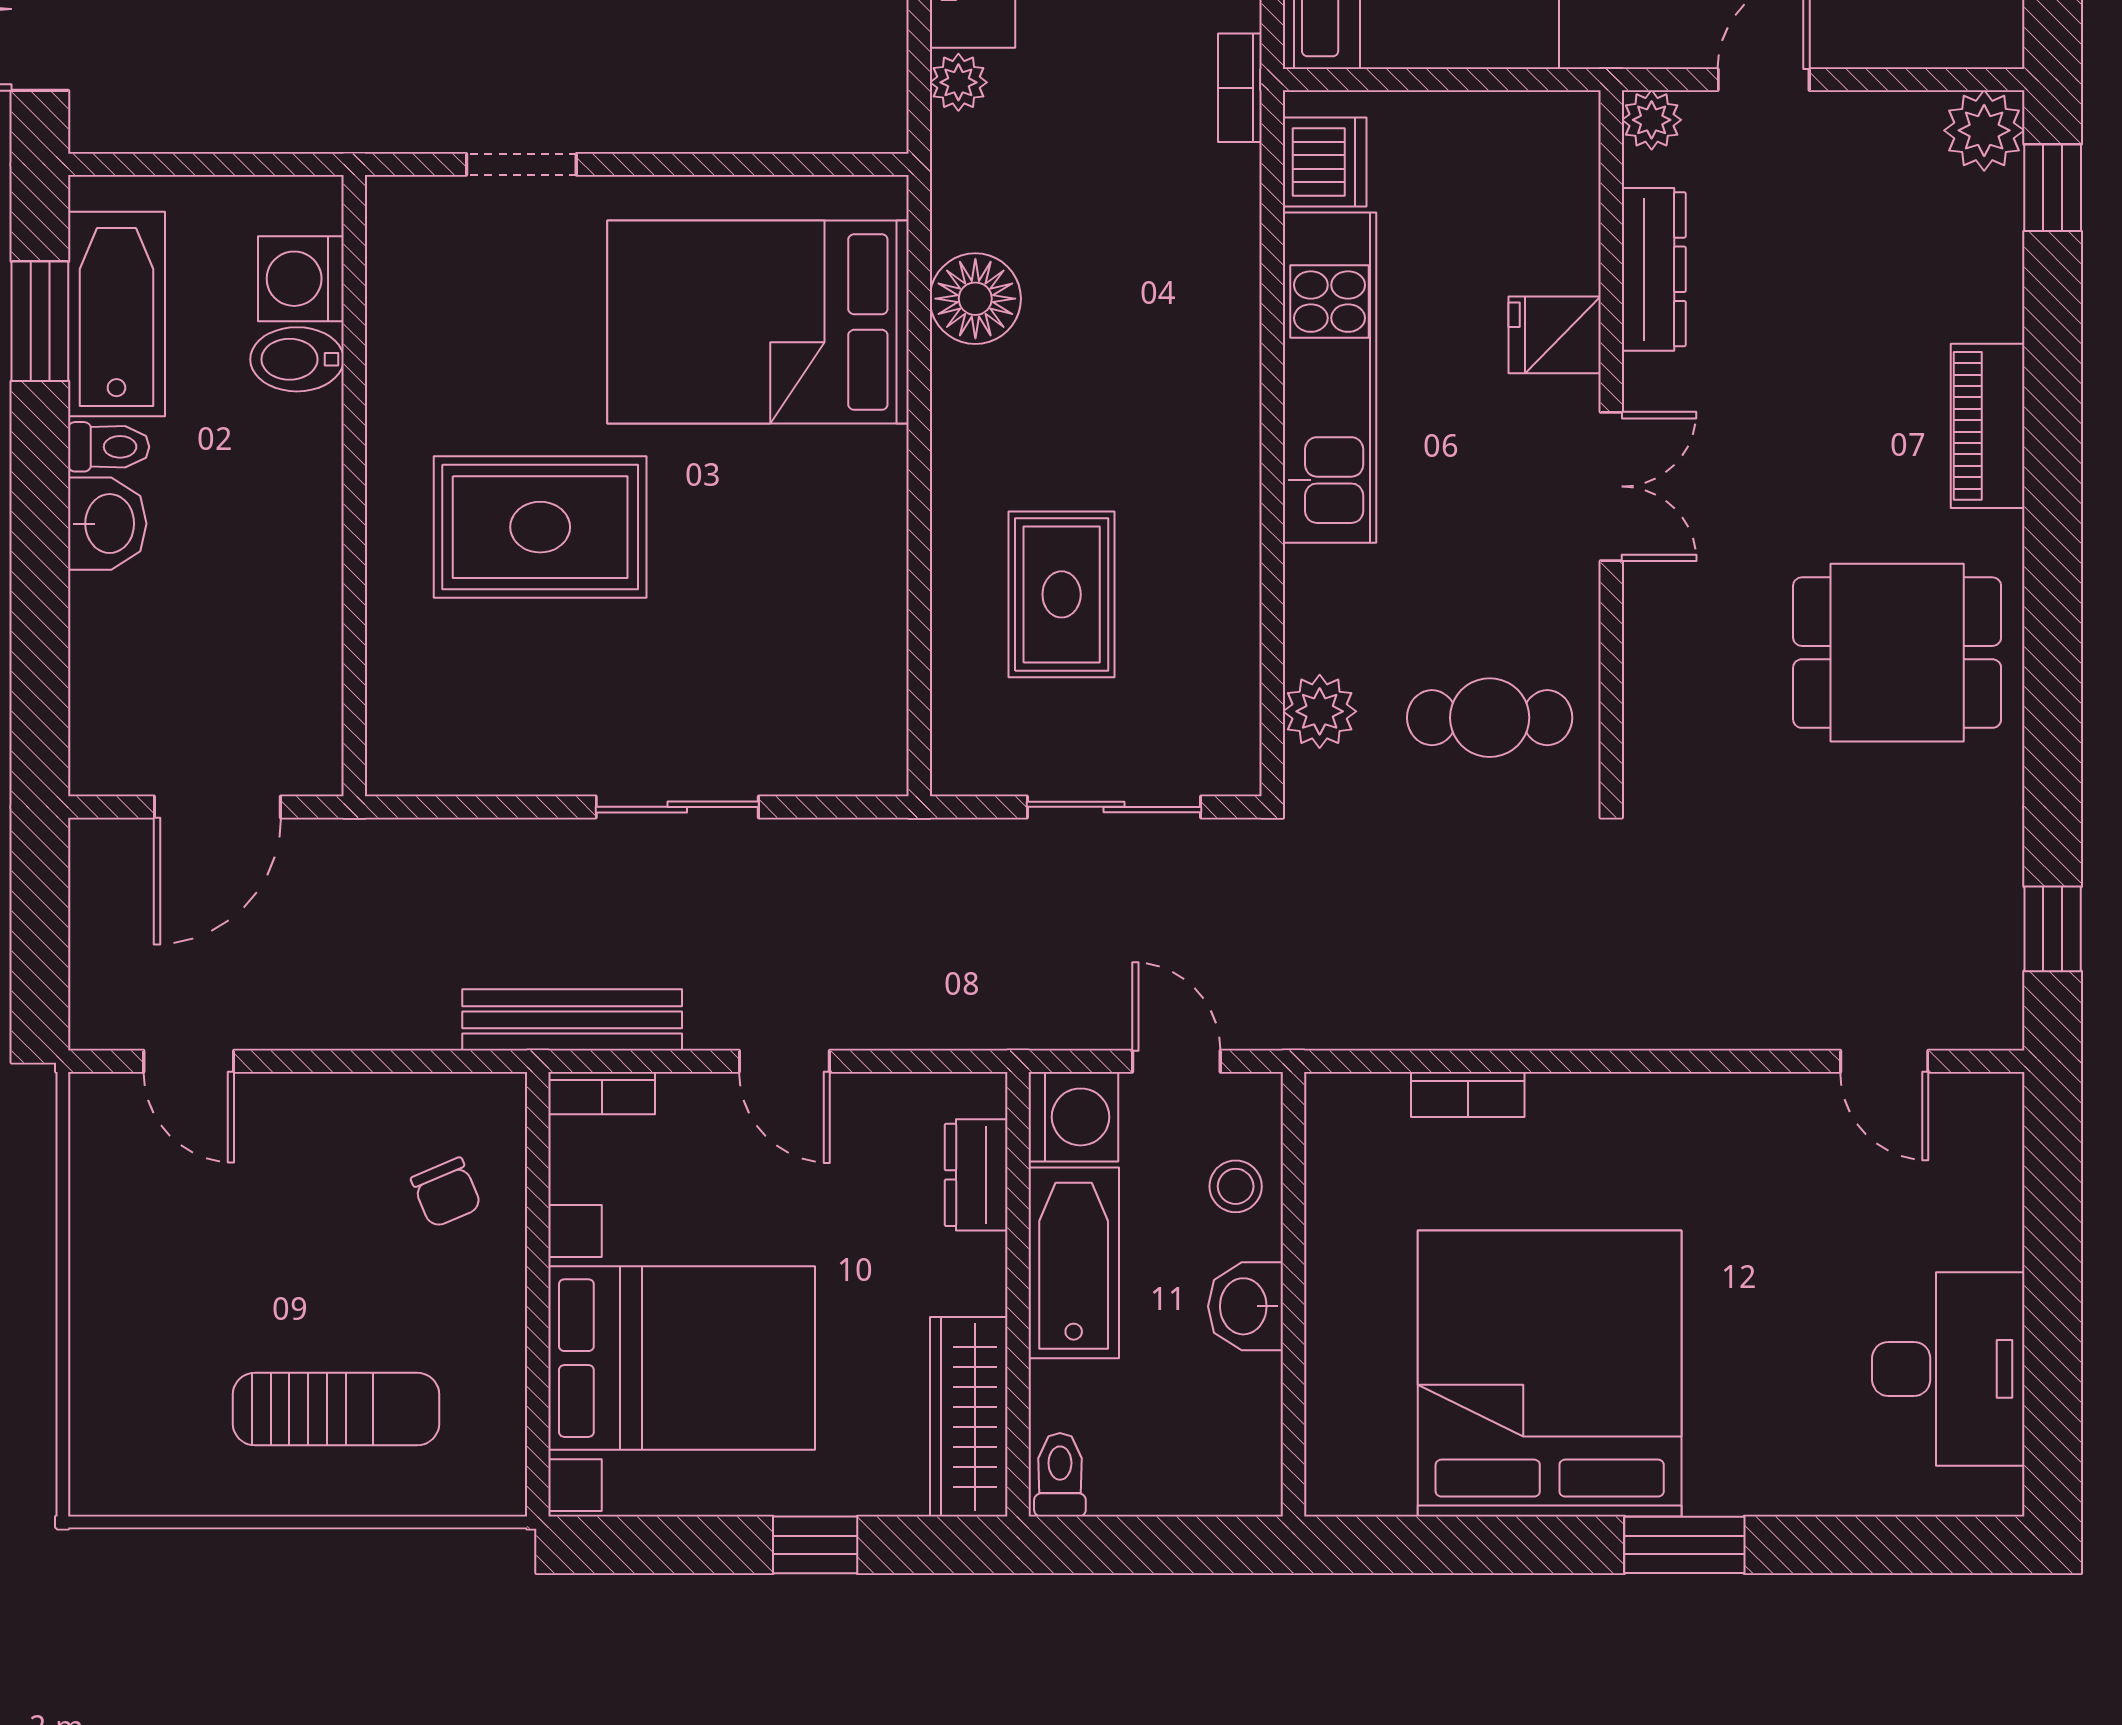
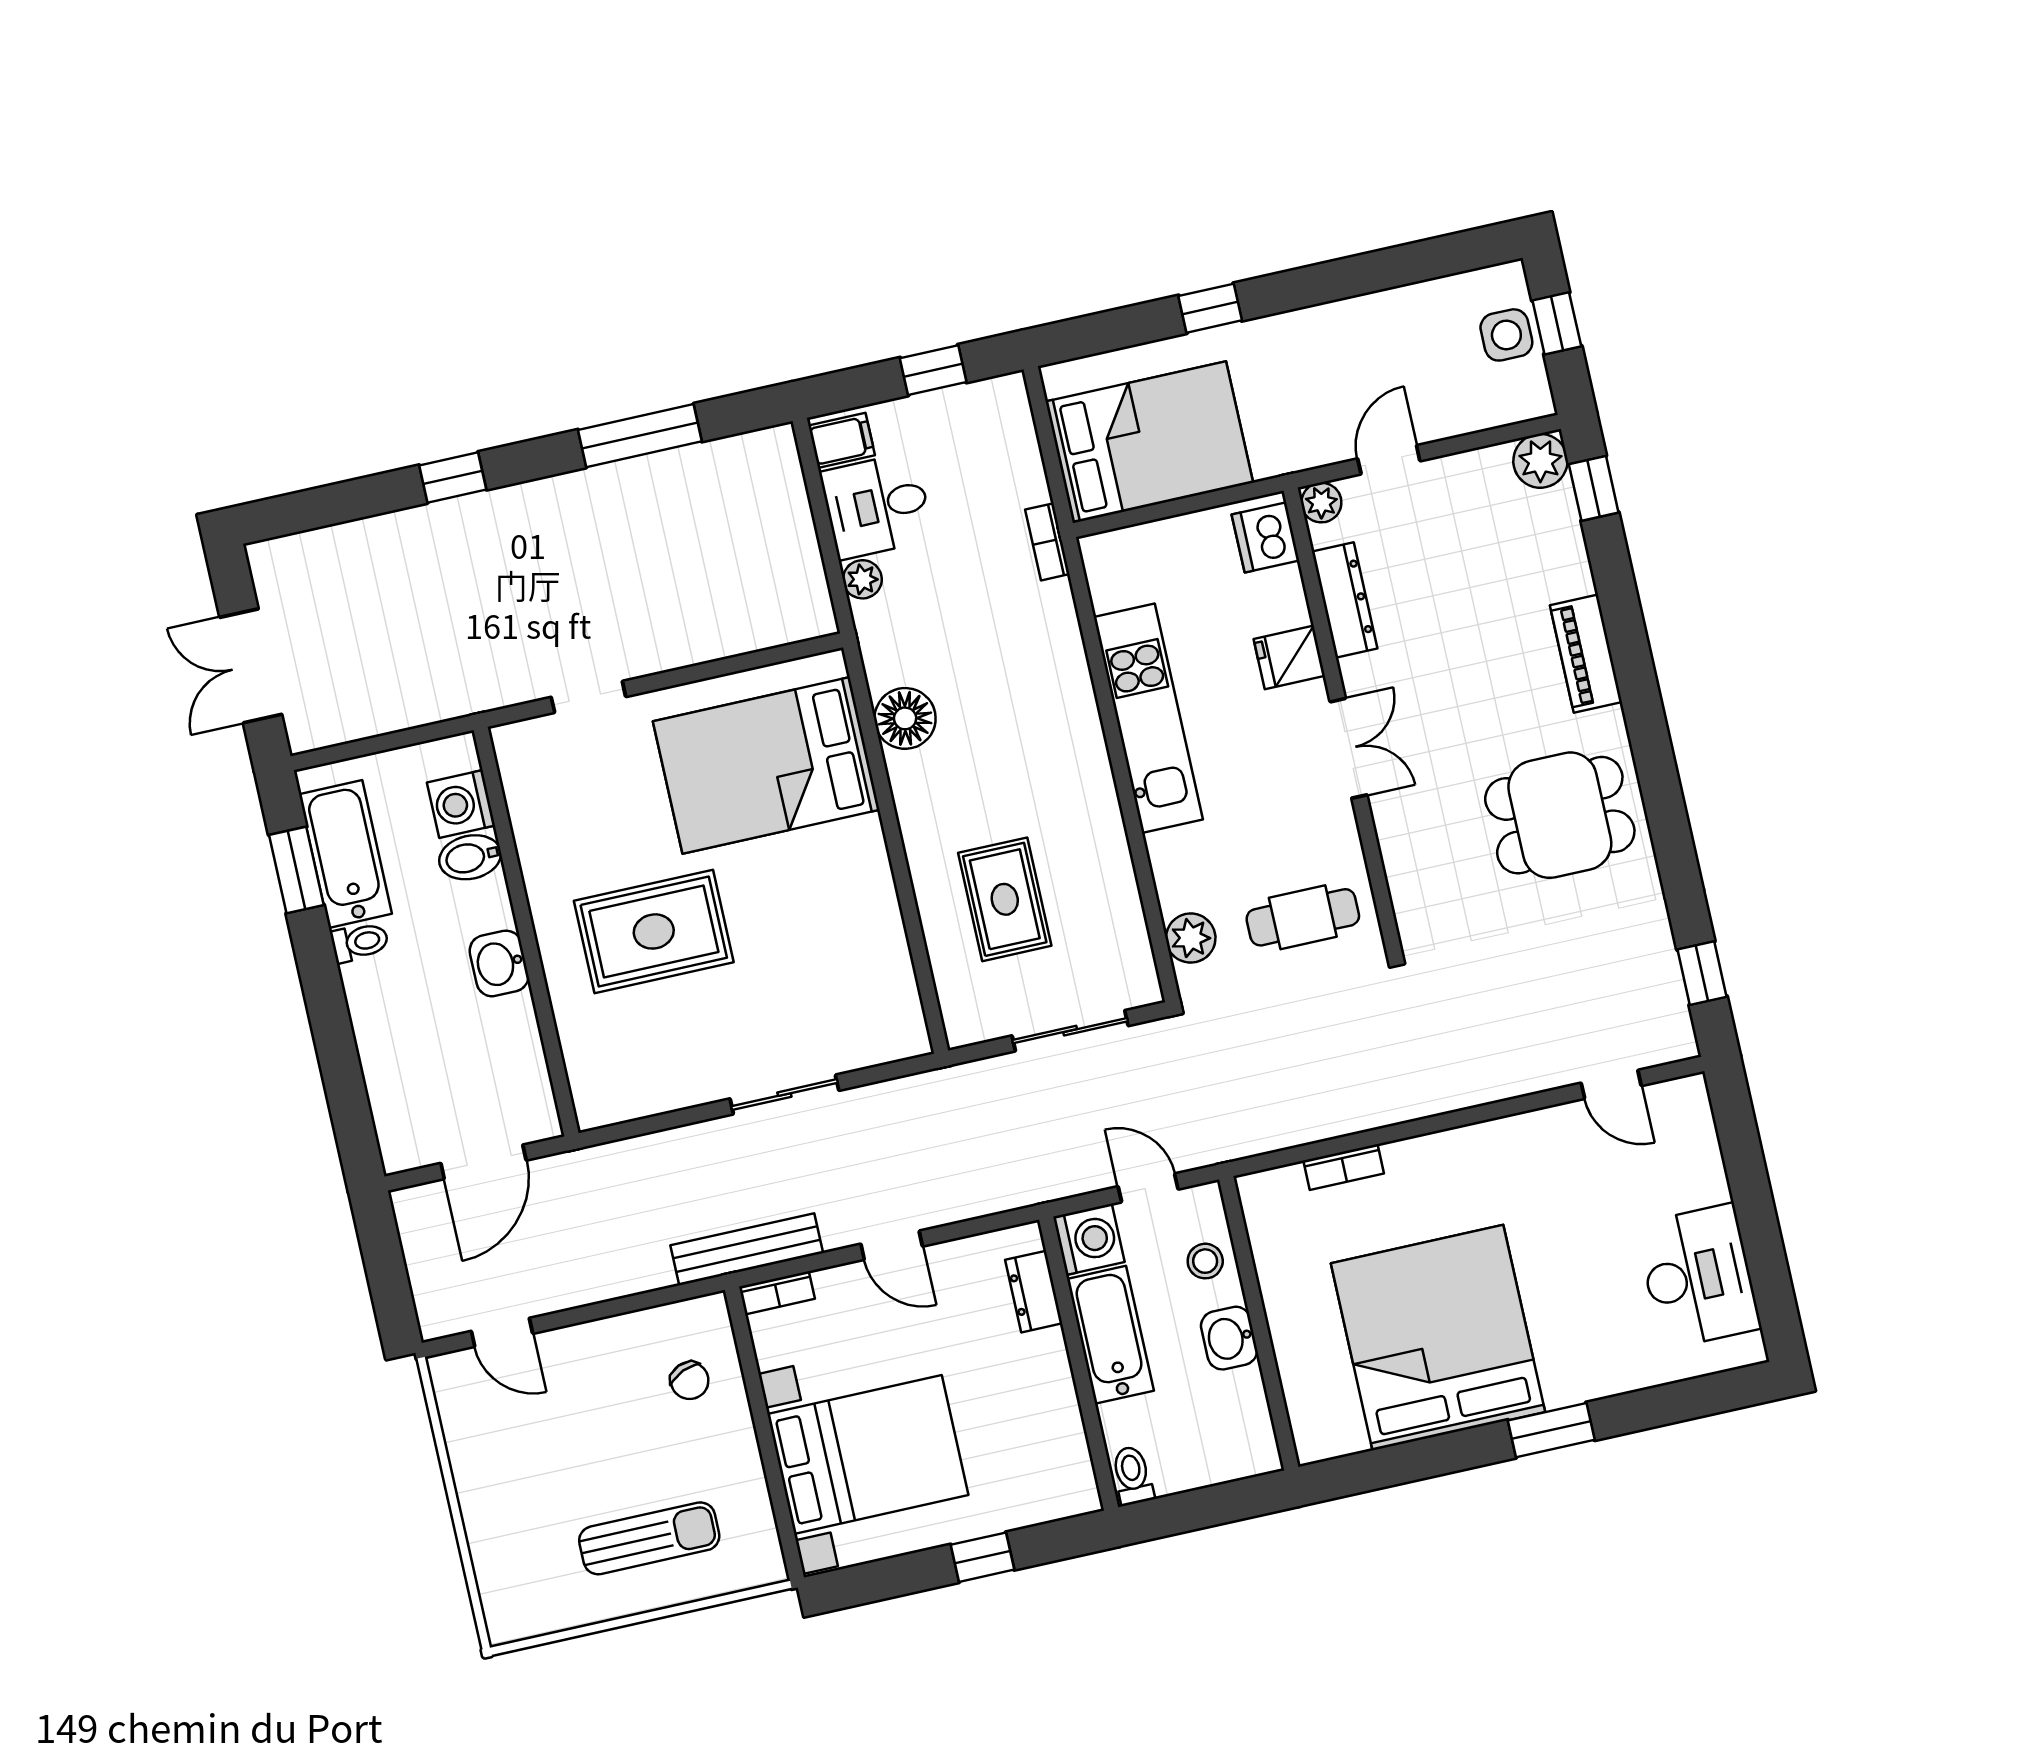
dishwasher: (1325, 162) -> (1266, 537), moved, turned 180
washbasin: (107, 524) -> (499, 963), moved, turned 180
wardrobe: (969, 1417) -> (1064, 1451), removed

